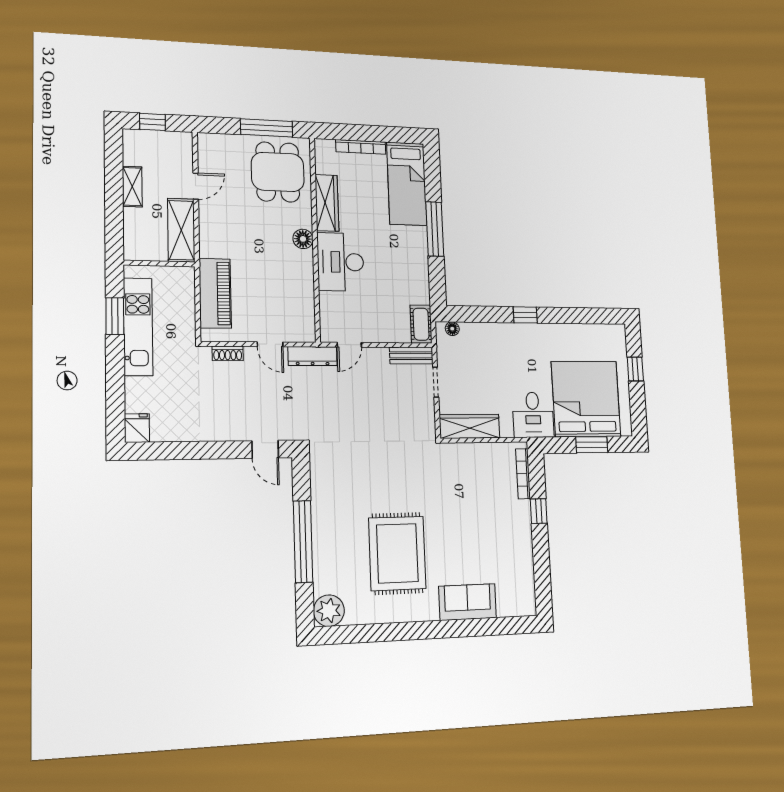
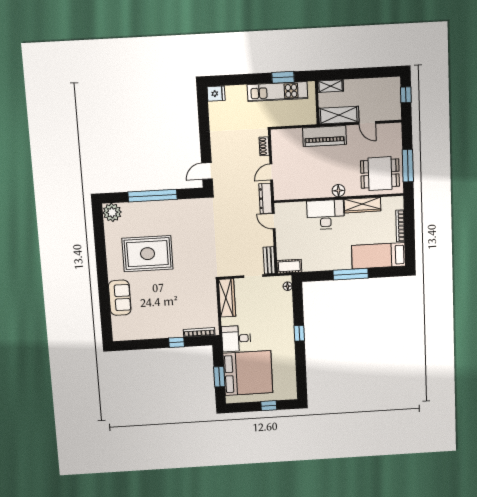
shelving: (132, 187) -> (330, 86), moved
piano: (215, 293) -> (325, 136), moved

